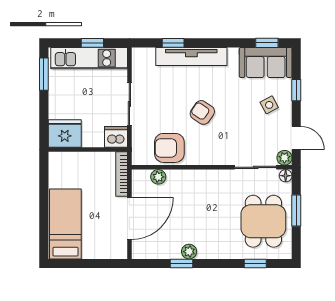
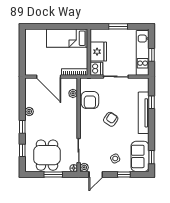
window: (44, 74) -> (118, 26), moved
fridge: (65, 134) -> (98, 52), moved
armchair: (169, 148) -> (90, 100), turned 180
dining table: (263, 221) -> (47, 155), turned 90
bed: (65, 224) -> (67, 38), moved, turned 180
window: (181, 263) -> (22, 127), moved

